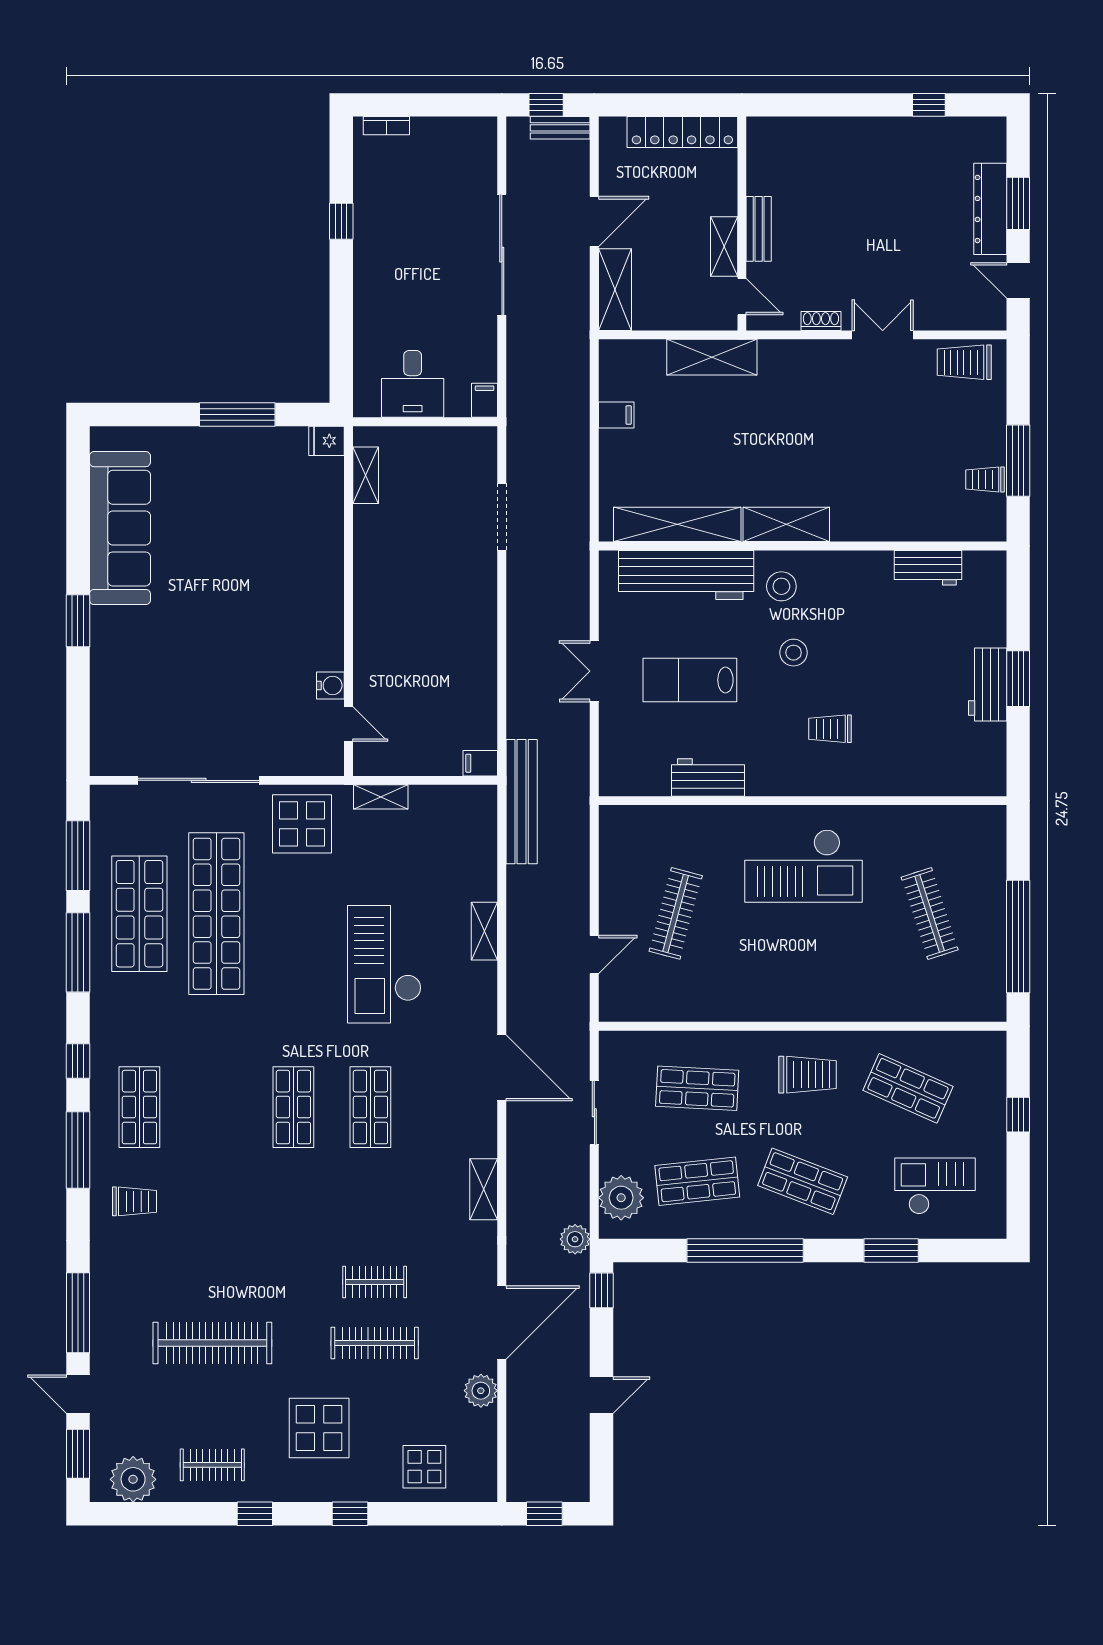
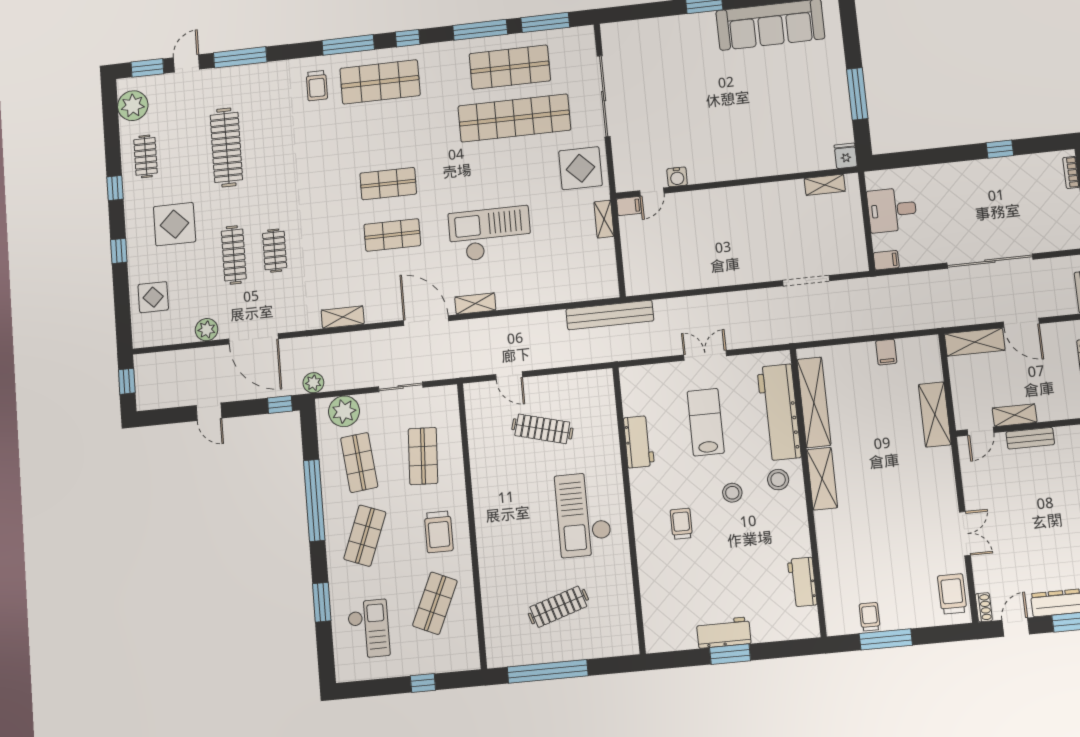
shoe rack: (821, 321) -> (984, 607), moved
filing cabinet: (480, 763) -> (629, 206), moved, turned 90
shelving: (484, 931) -> (475, 304), moved
door: (502, 1068) -> (426, 321), swing flipped
shop shelf: (139, 1107) -> (380, 82), width x1.43, depth x1.36

